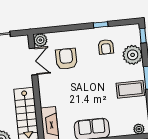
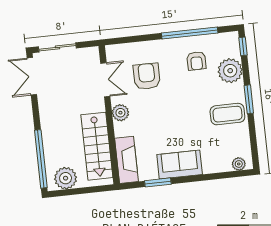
window: (101, 25) -> (190, 33), width x3.17
plant: (40, 40) -> (120, 113), moved

